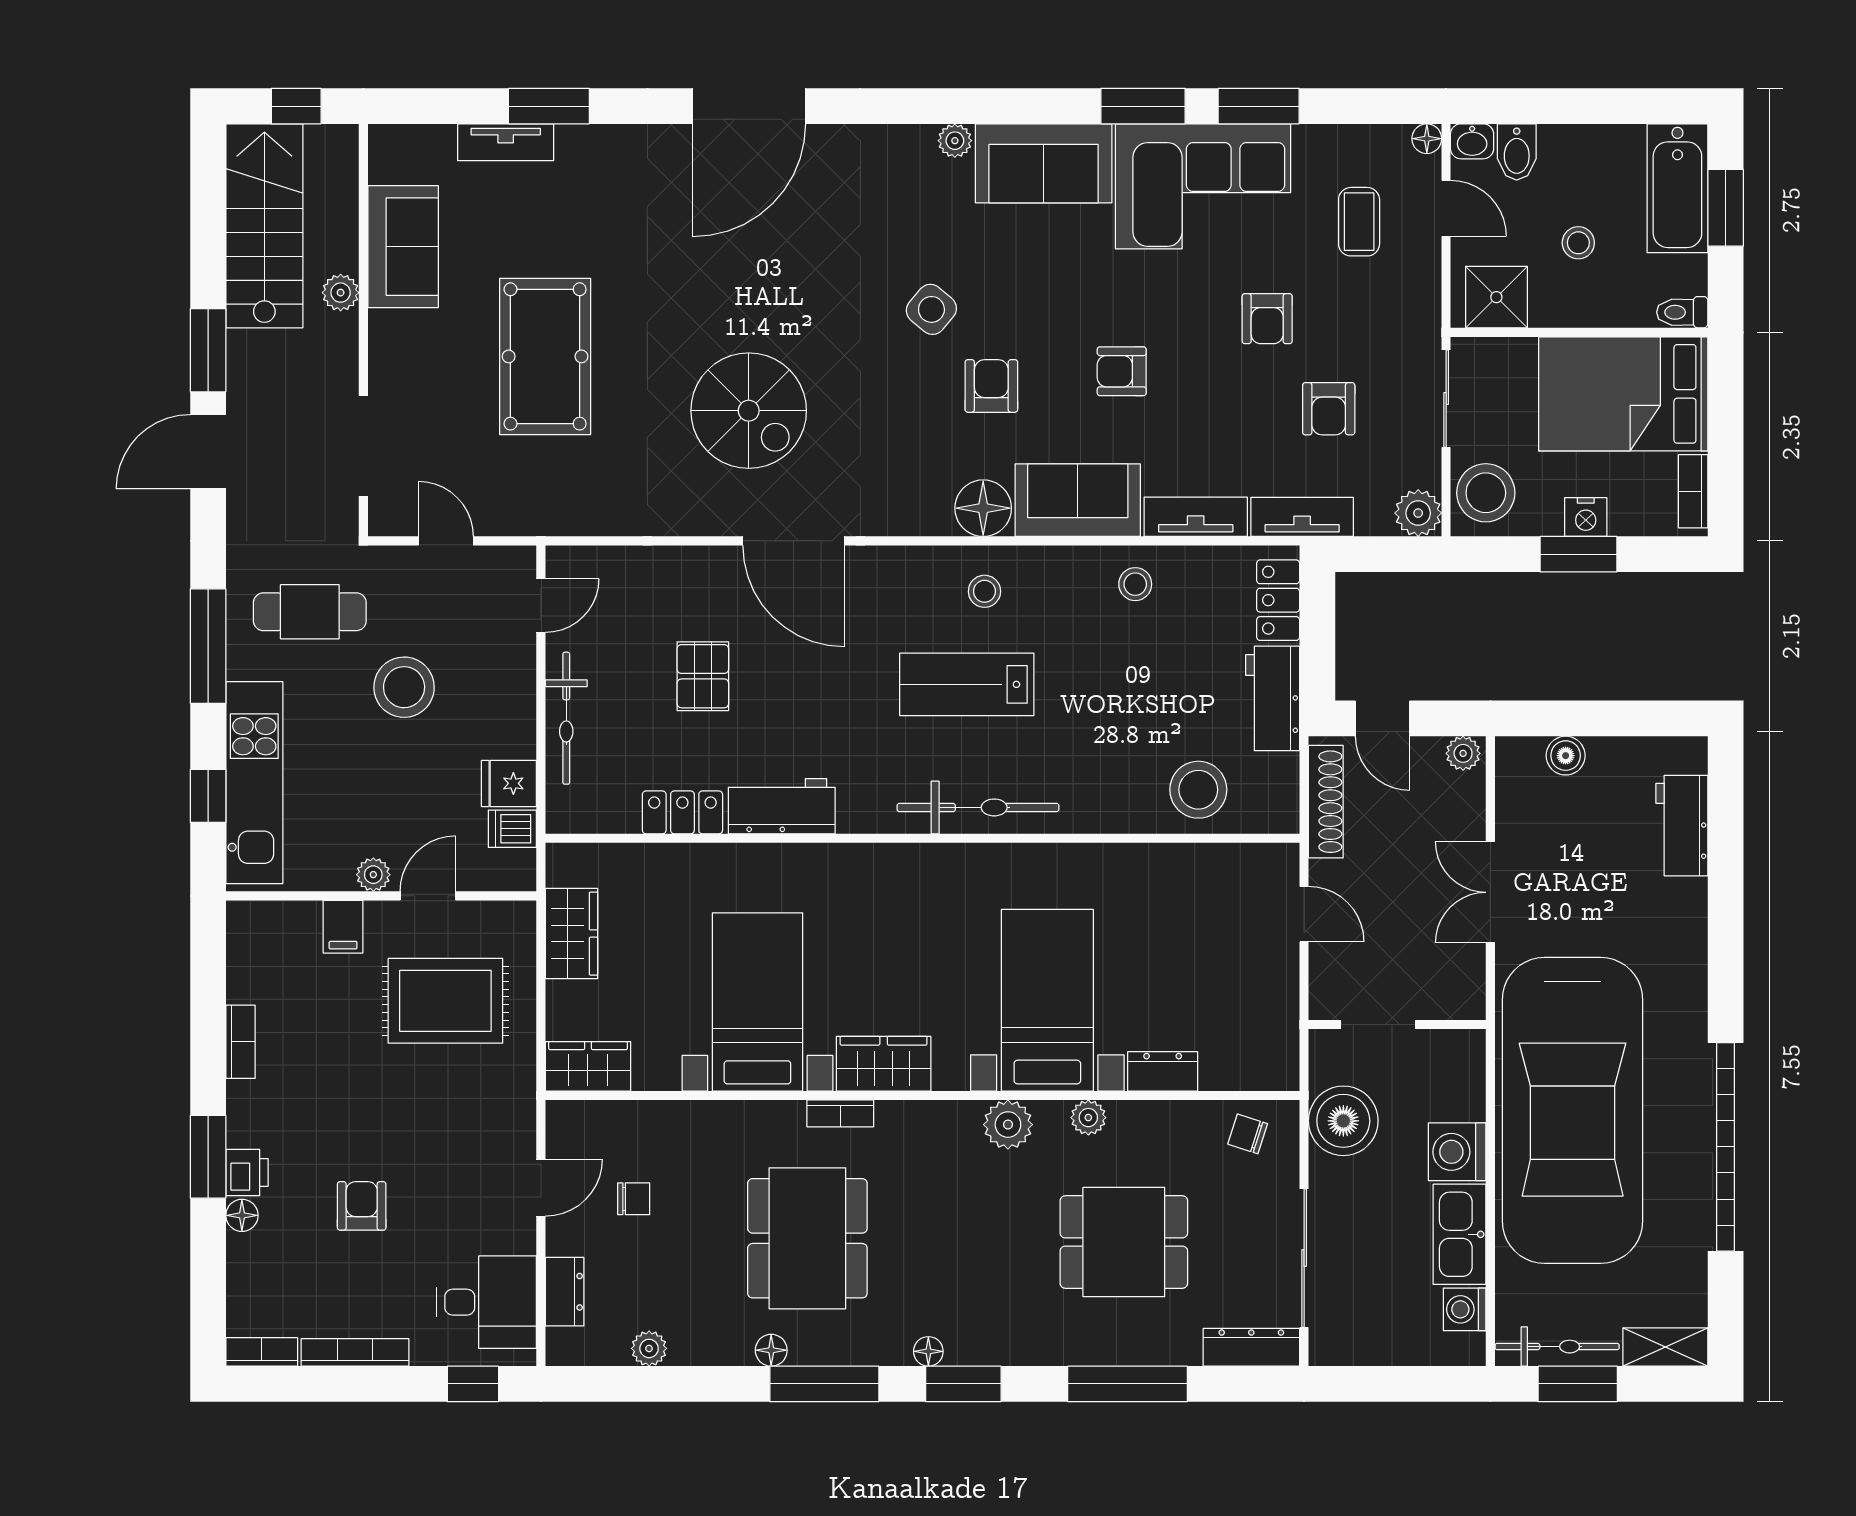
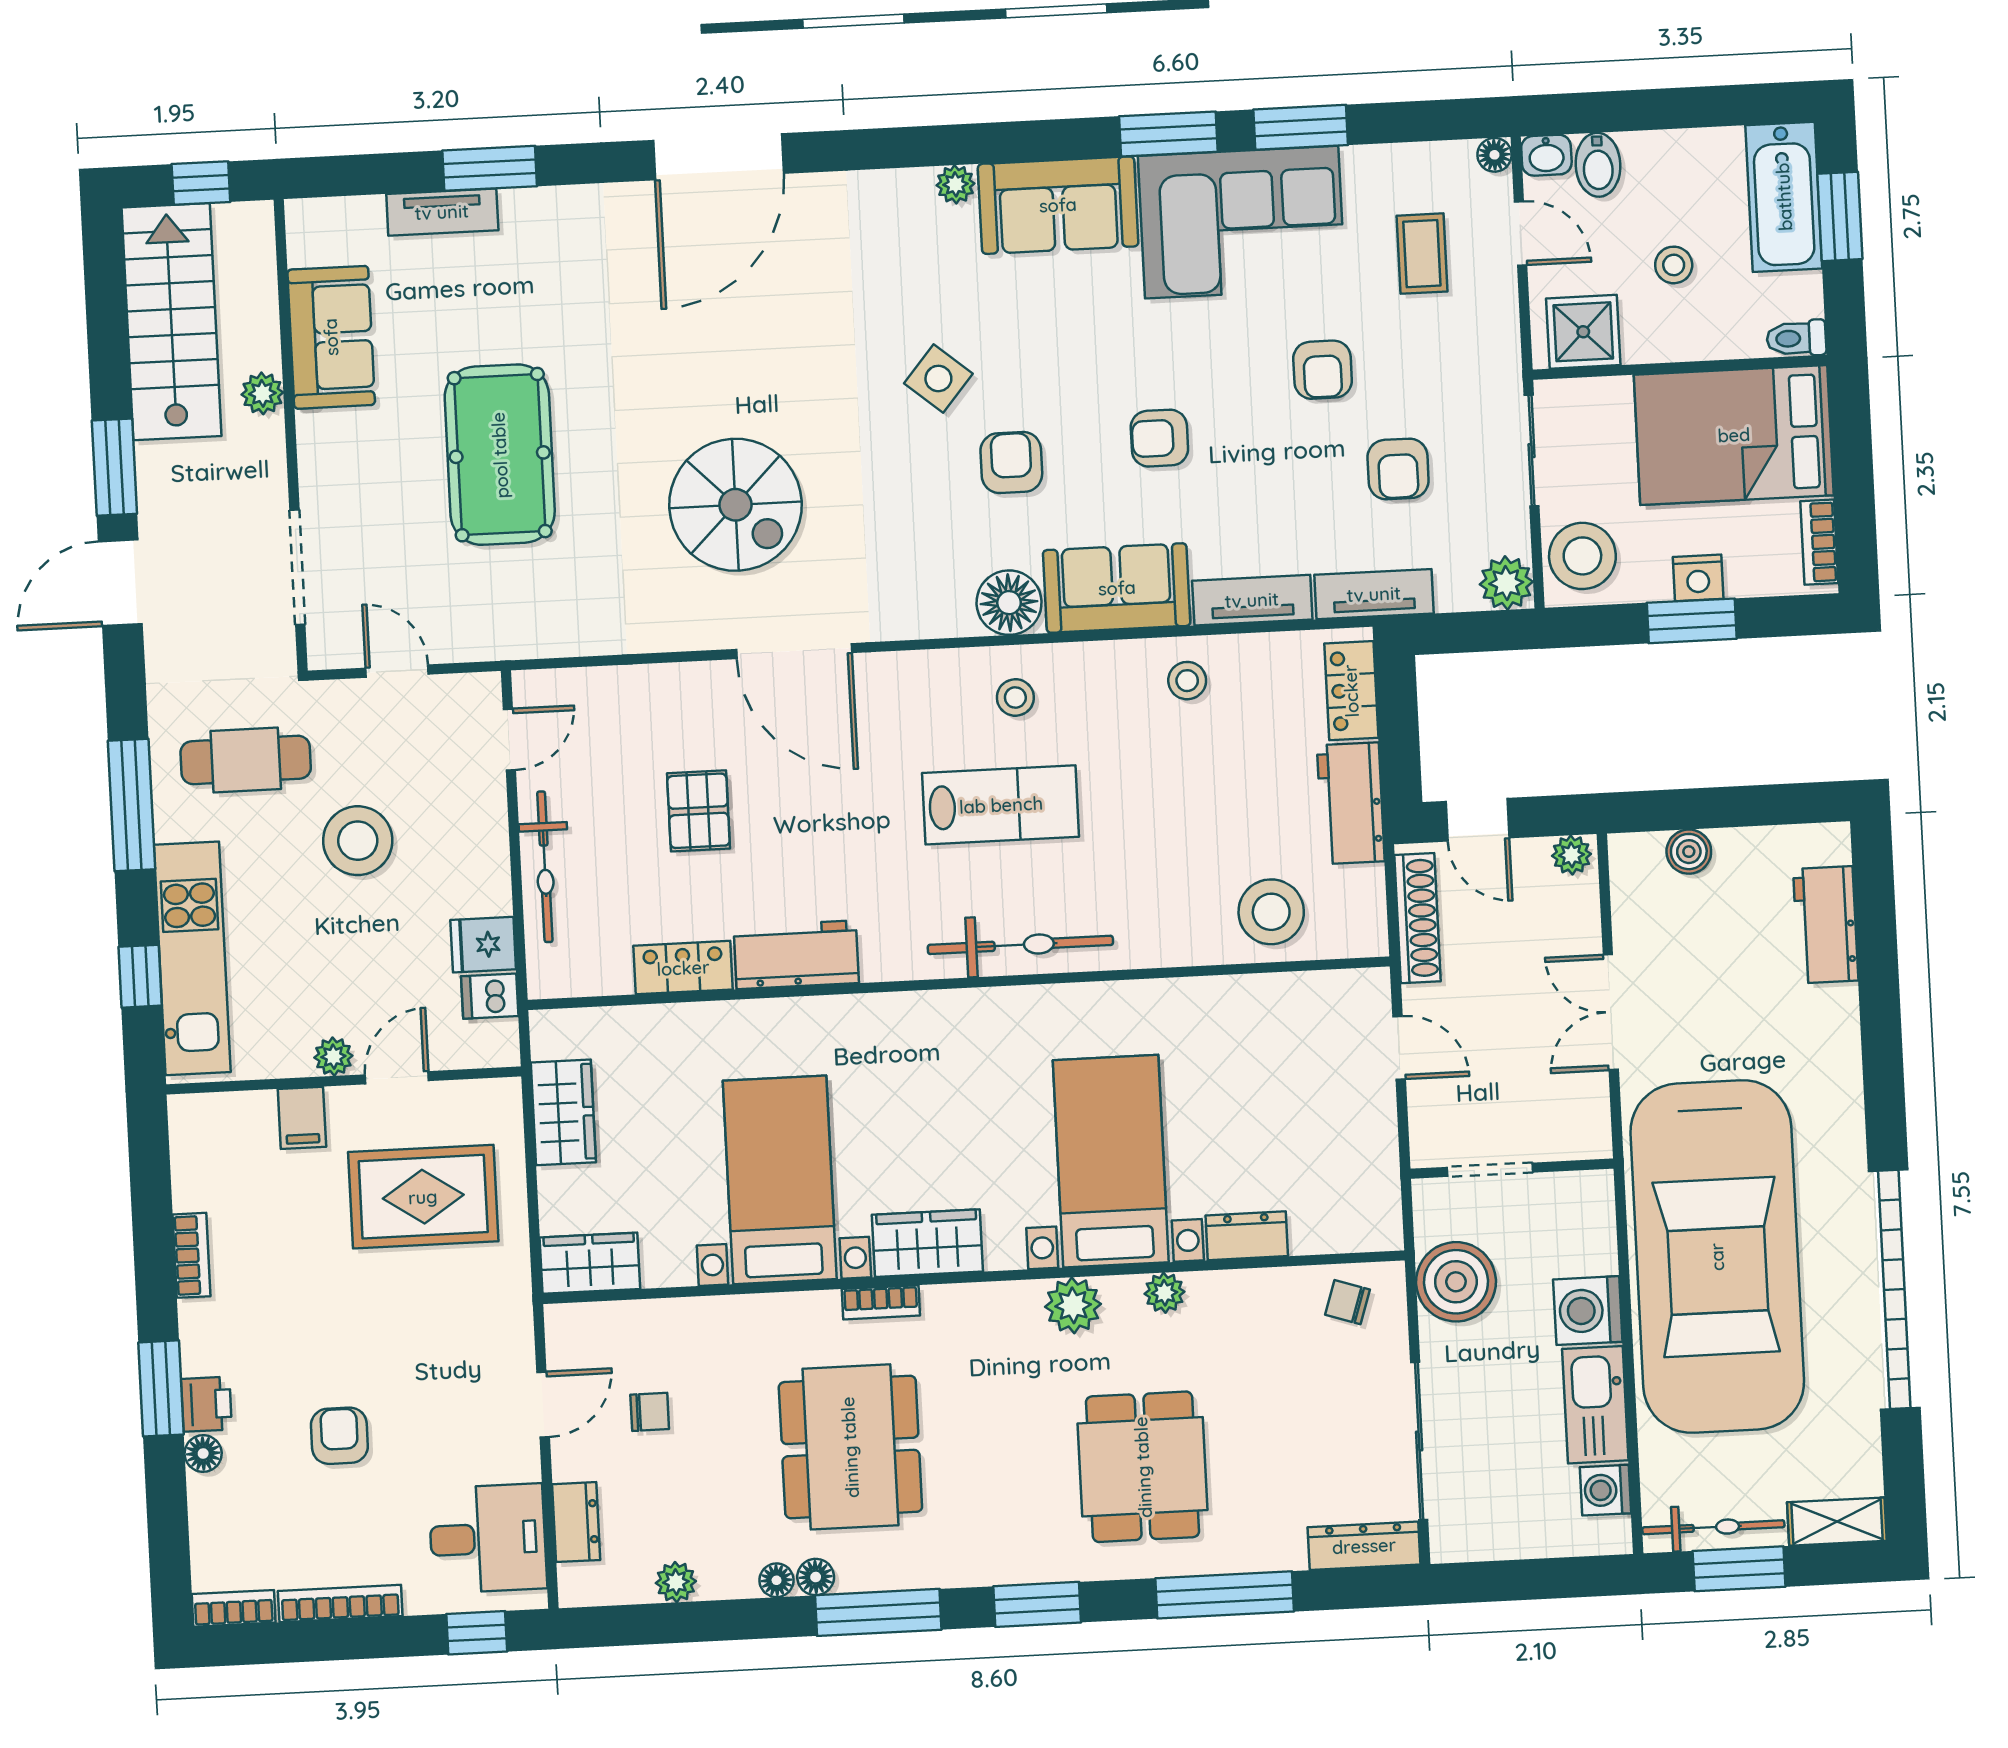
lab bench: (967, 684) -> (1001, 805), turned 180
dining table: (1124, 1242) -> (1143, 1467), moved, turned 90
floor lamp: (928, 1351) -> (777, 1580), moved

